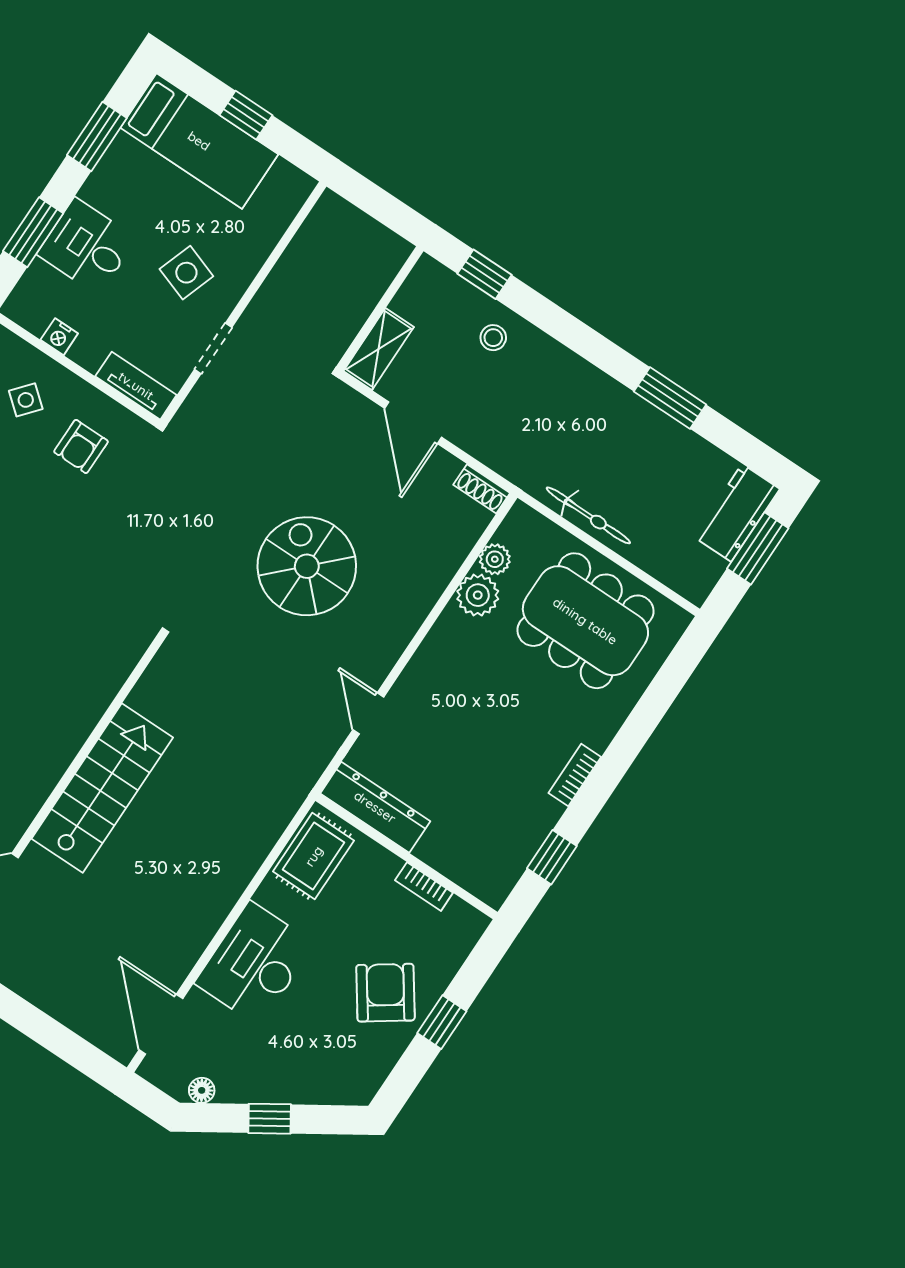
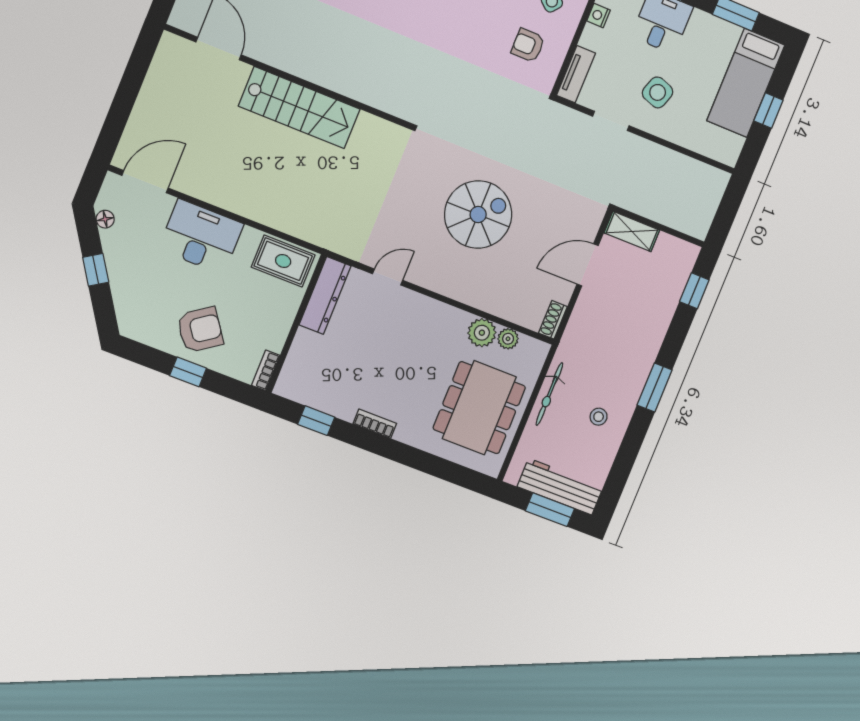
stool: (493, 338) -> (599, 417), moved
window: (670, 398) -> (655, 387), moved
workbench: (737, 513) -> (560, 487), width x1.38
bookcase: (424, 887) -> (266, 370), moved

